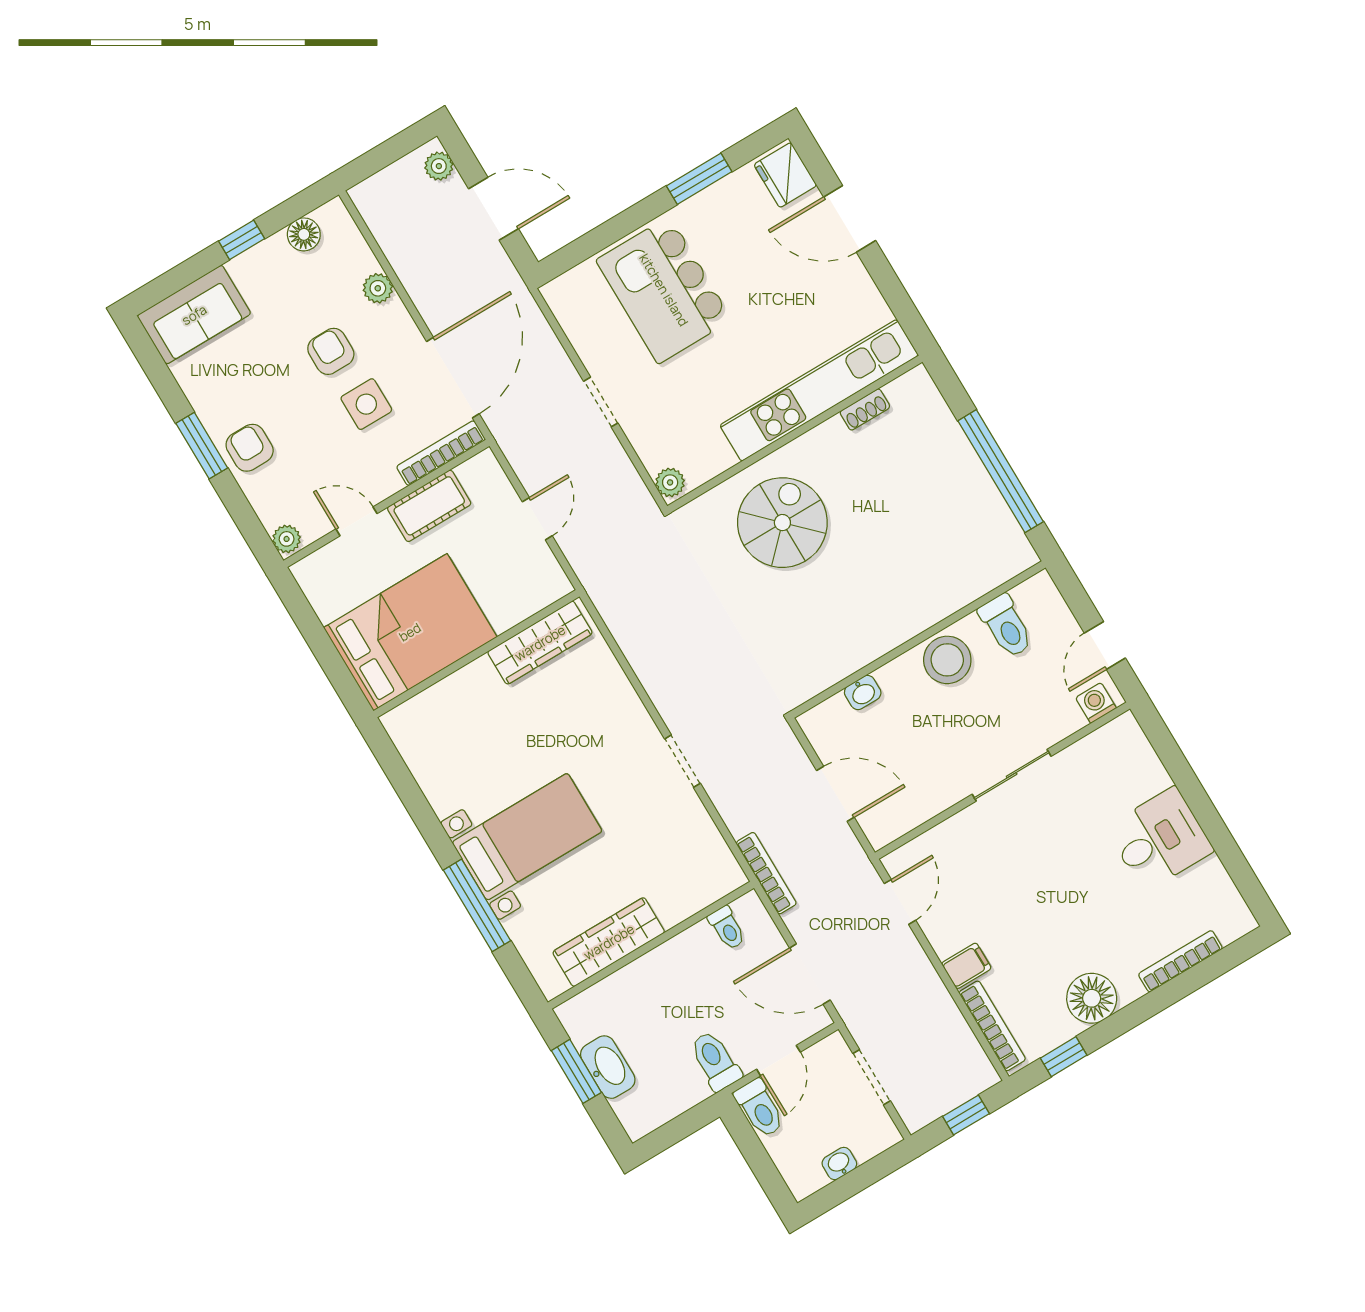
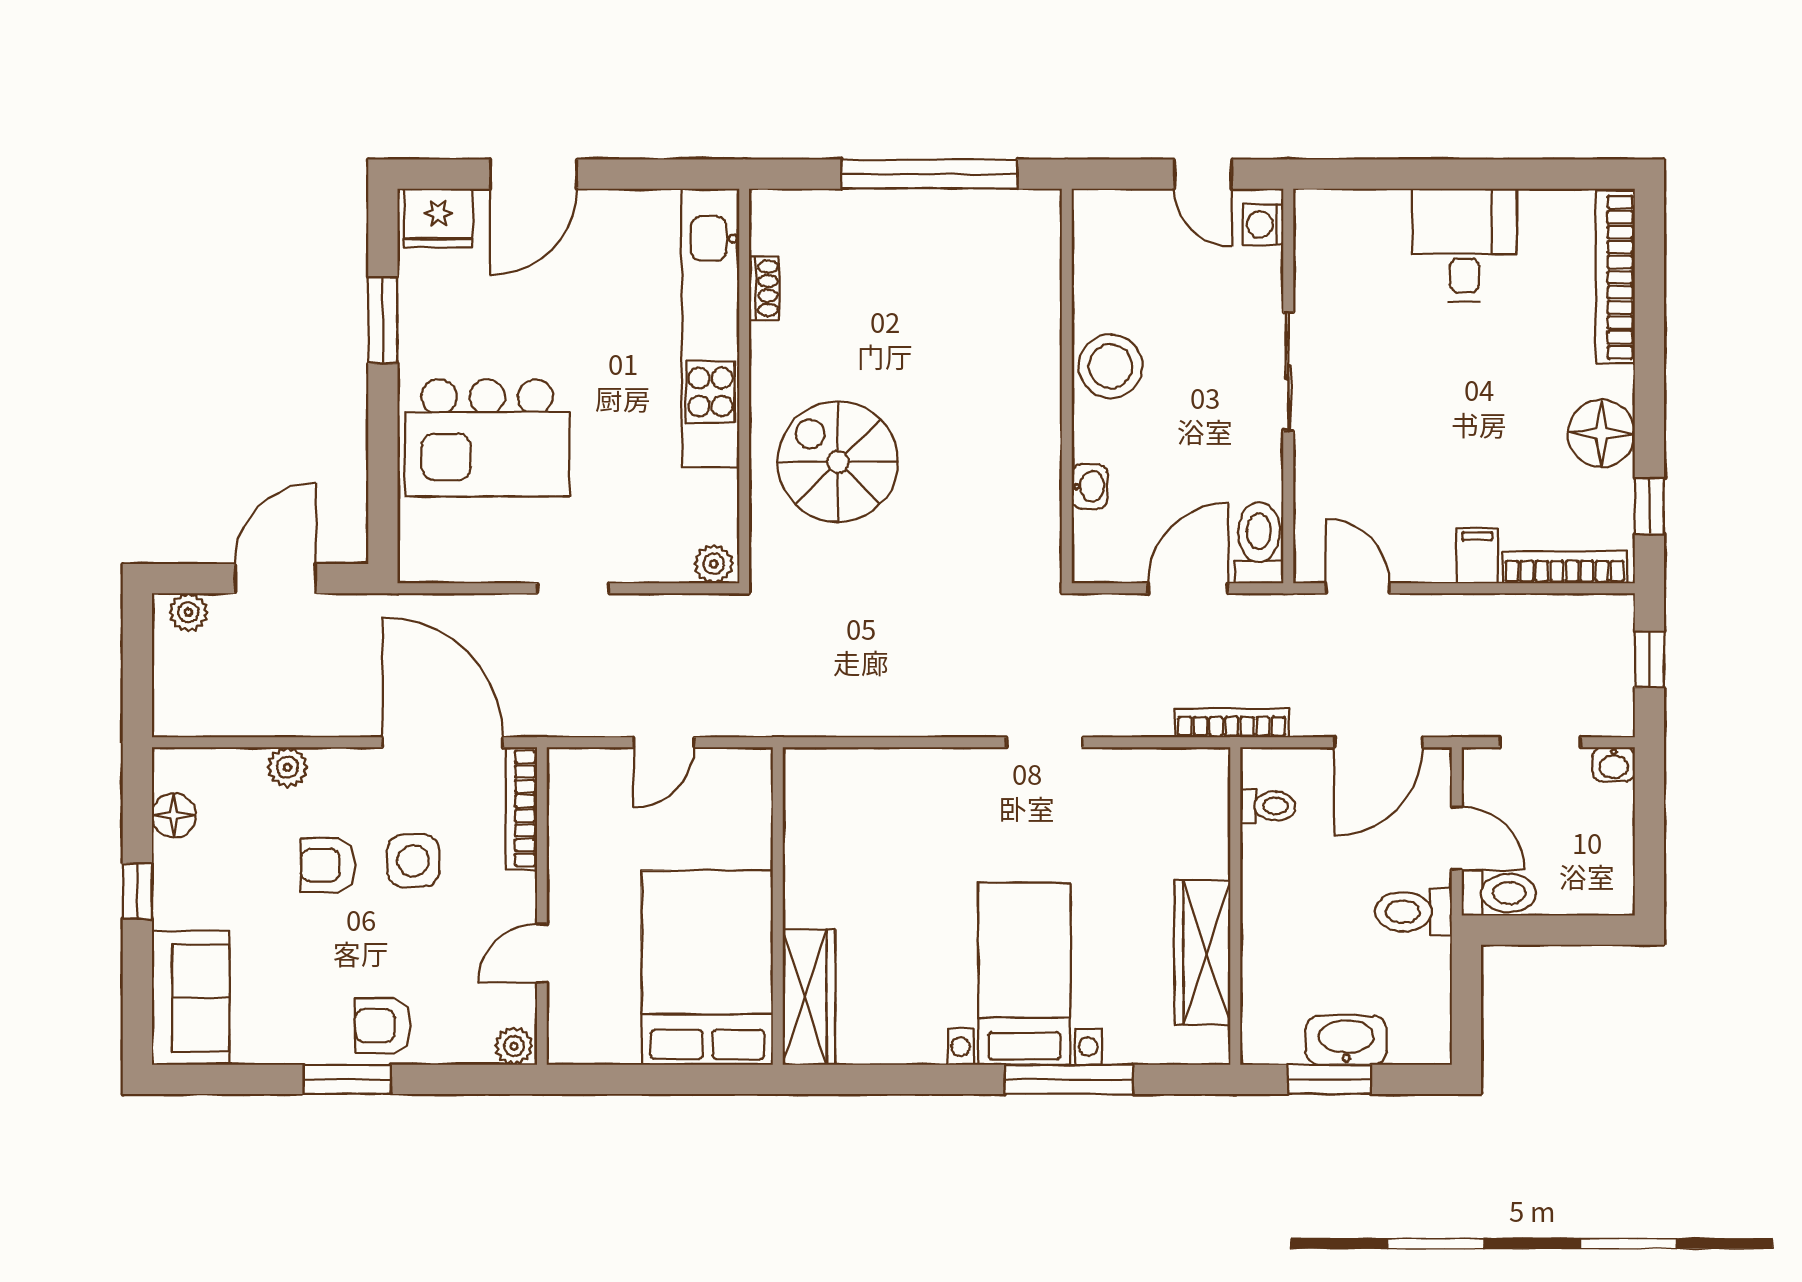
cot: (429, 506) -> (574, 858), removed
door: (537, 519) -> (664, 742), swing flipped
toilet: (1006, 626) -> (1259, 543), moved, turned -90
wardrobe: (540, 643) -> (809, 997), moved
bookcase: (1180, 961) -> (1615, 277), width x1.48, depth x1.31
washbasin: (839, 1164) -> (1614, 764), moved, turned -90

